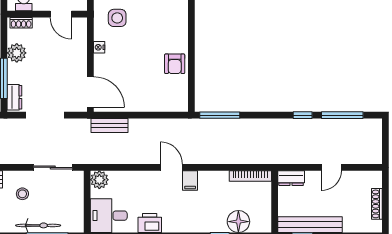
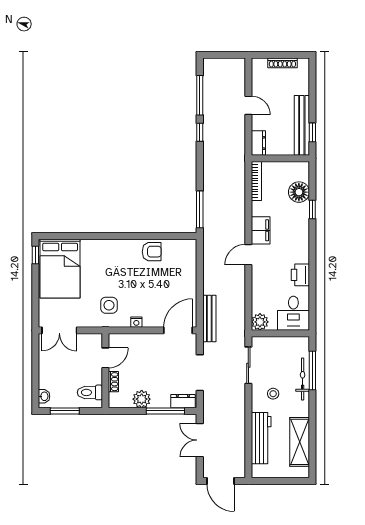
shoe rack: (21, 23) -> (113, 382), moved
bench: (110, 126) -> (209, 319), width x1.36
filing cabinet: (190, 181) -> (261, 230), width x2.00

